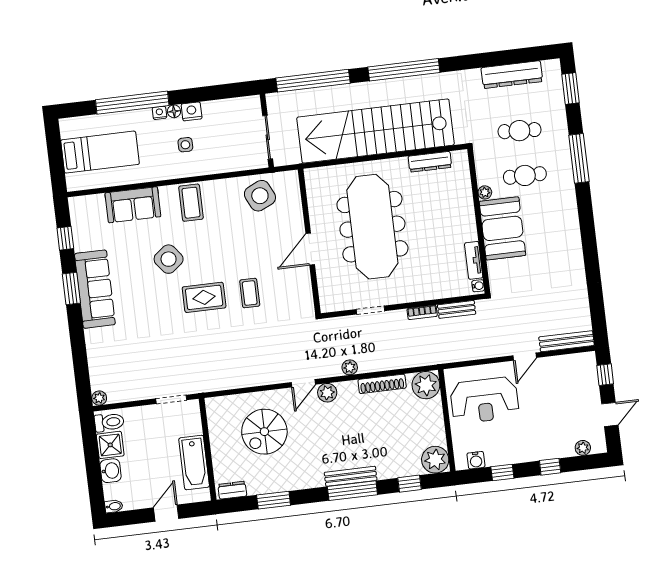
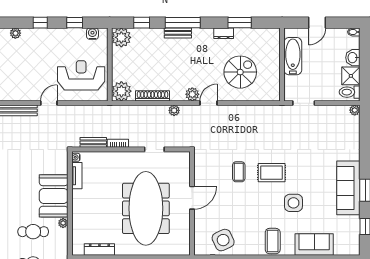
side table: (169, 259) -> (293, 203), turned 38
bench: (351, 476) -> (178, 33), width x0.73
dresser: (232, 490) -> (224, 33), moved

